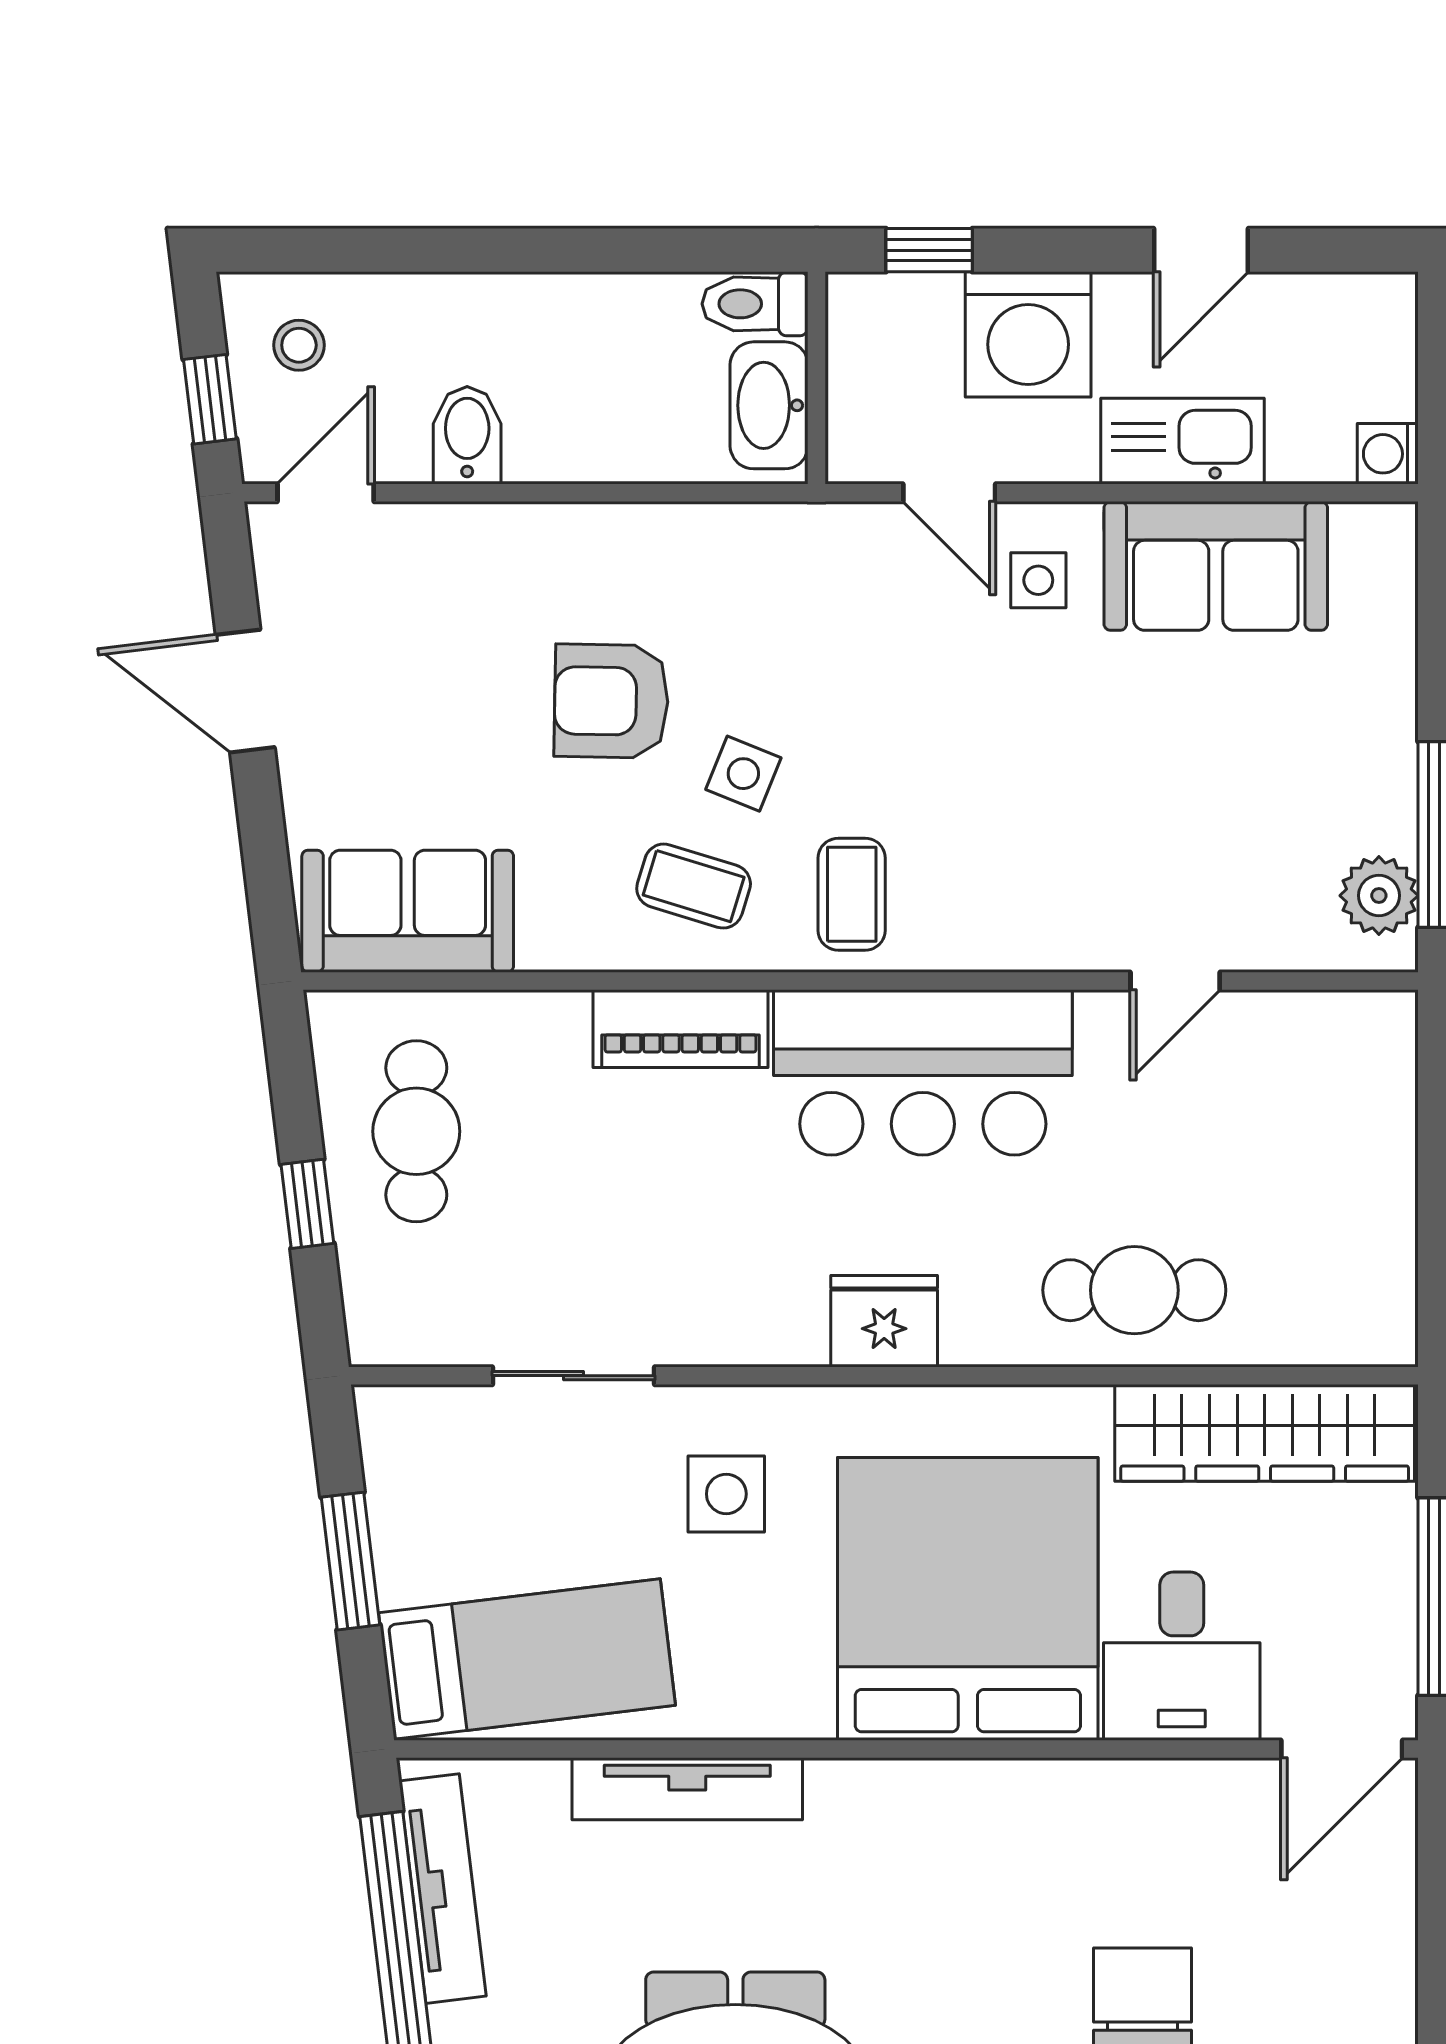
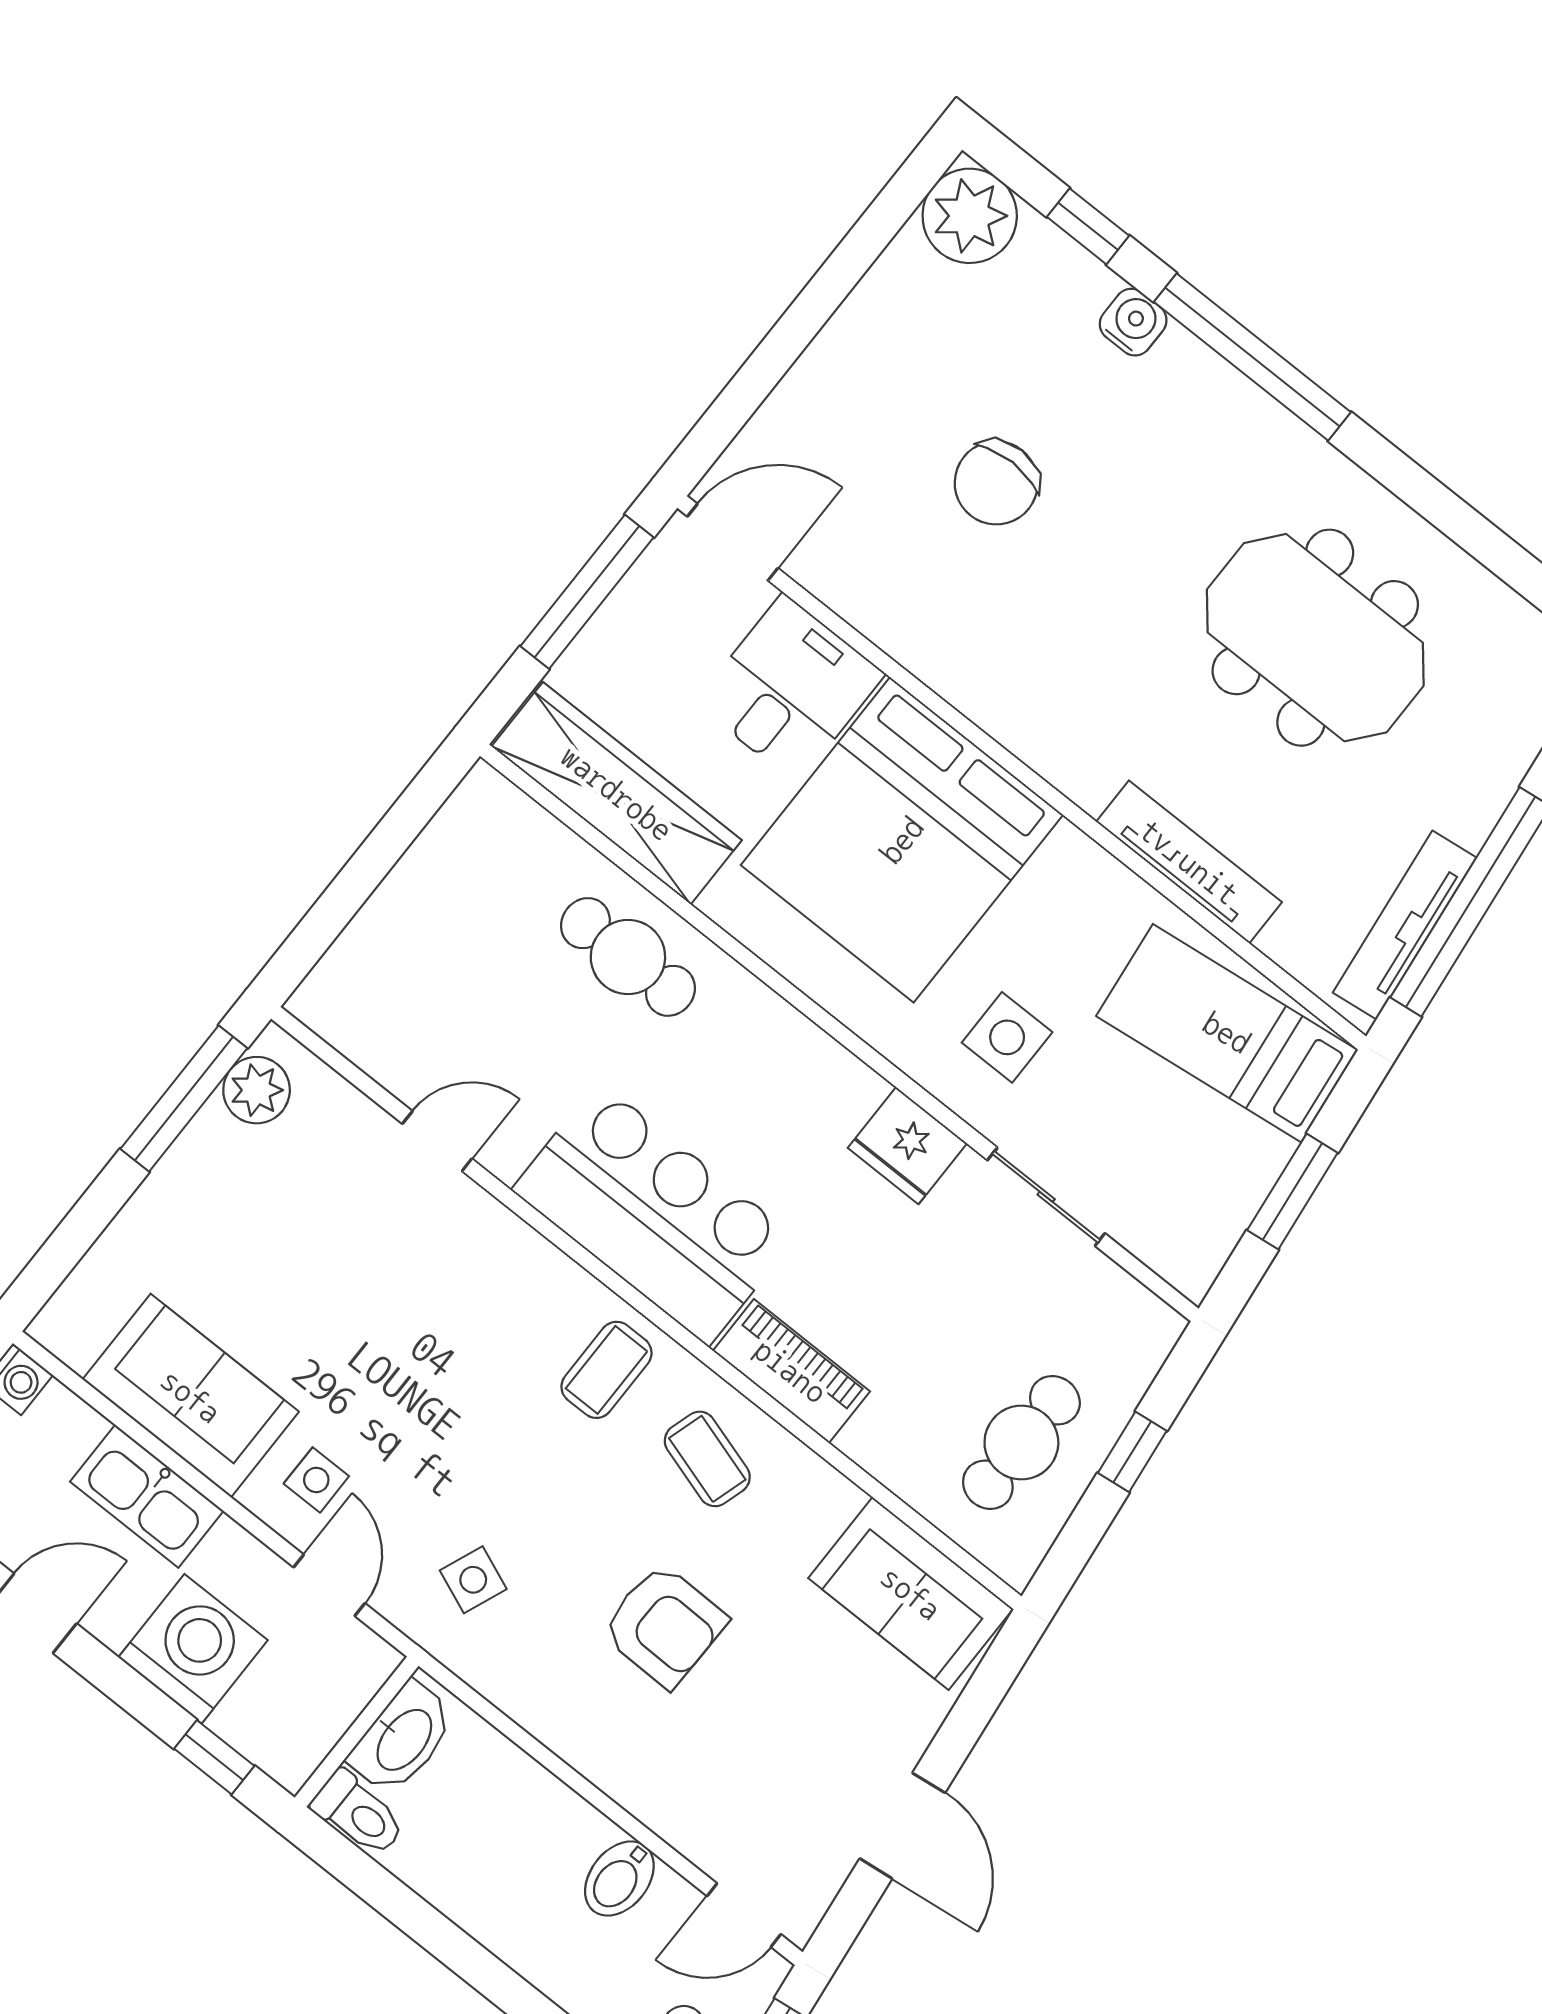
side table: (743, 774) -> (473, 1580), moved
fridge: (884, 1321) -> (907, 1146), moved

